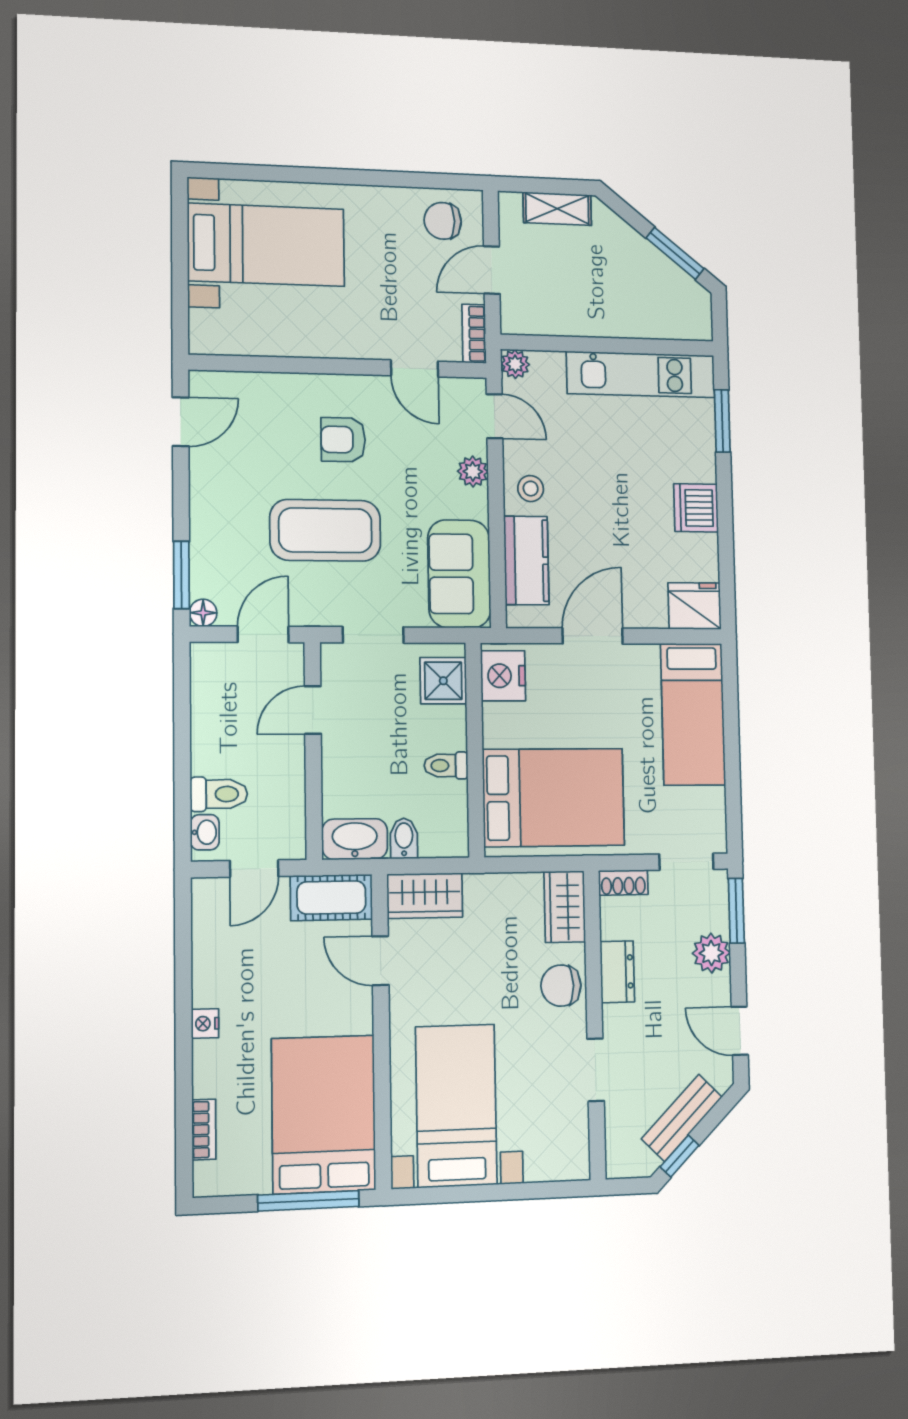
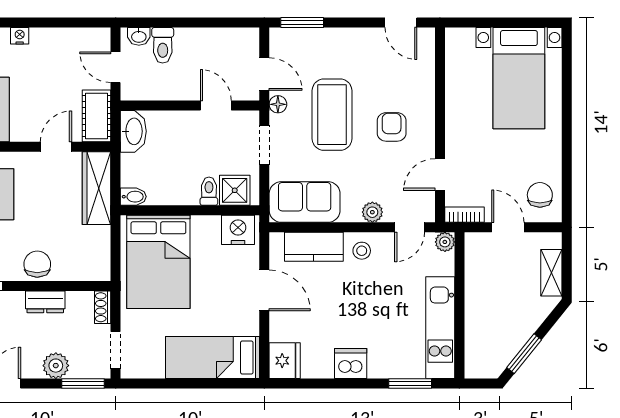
floor lamp: (203, 613) -> (278, 104), moved
toilet: (446, 766) -> (209, 191), moved
bidet: (404, 838) -> (133, 197), moved
wardrobe: (425, 896) -> (97, 188), width x1.50
wardrobe: (565, 907) -> (88, 268), removed

